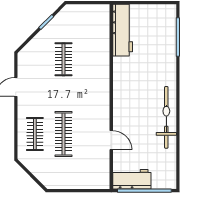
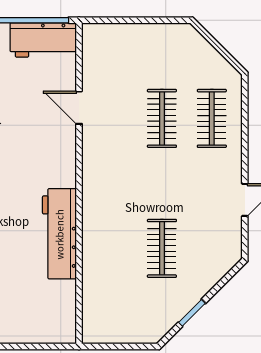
workbench: (123, 30) -> (59, 234), moved
clothes rail: (64, 134) -> (162, 118), width x0.73

